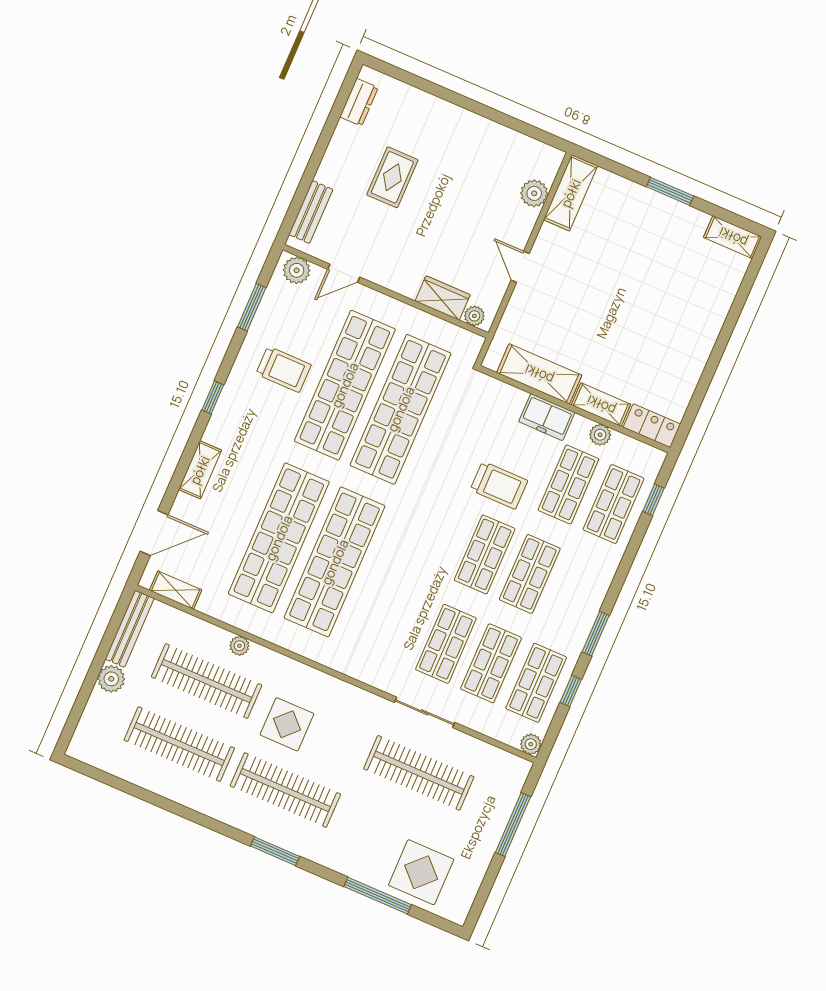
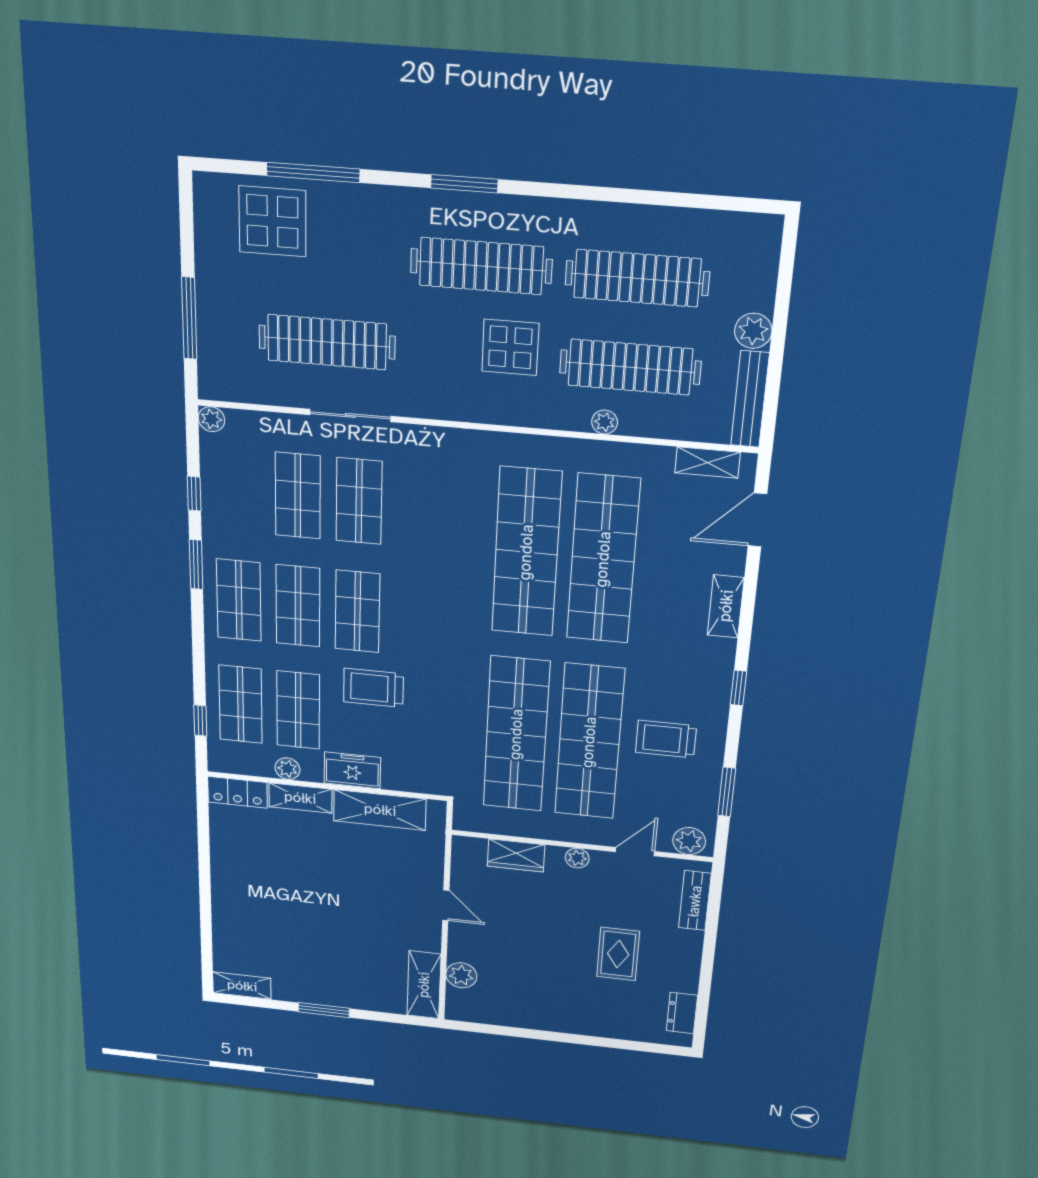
plant: (474, 316) -> (577, 858), moved
shop shelf: (536, 683) -> (239, 600), moved

